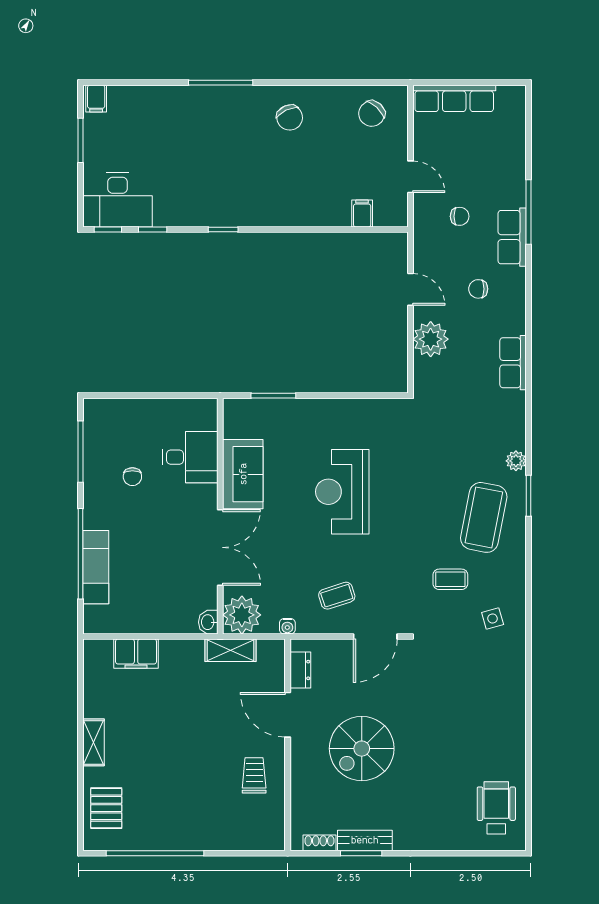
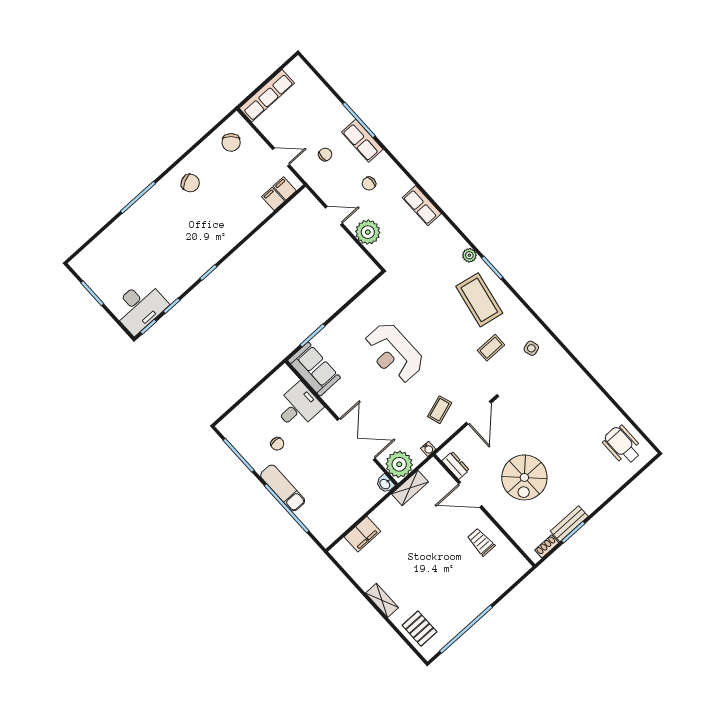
filing cabinet: (96, 99) -> (285, 188), moved, turned 180
sofa: (243, 474) -> (314, 369), moved
exam couch: (96, 567) -> (283, 488), moved

